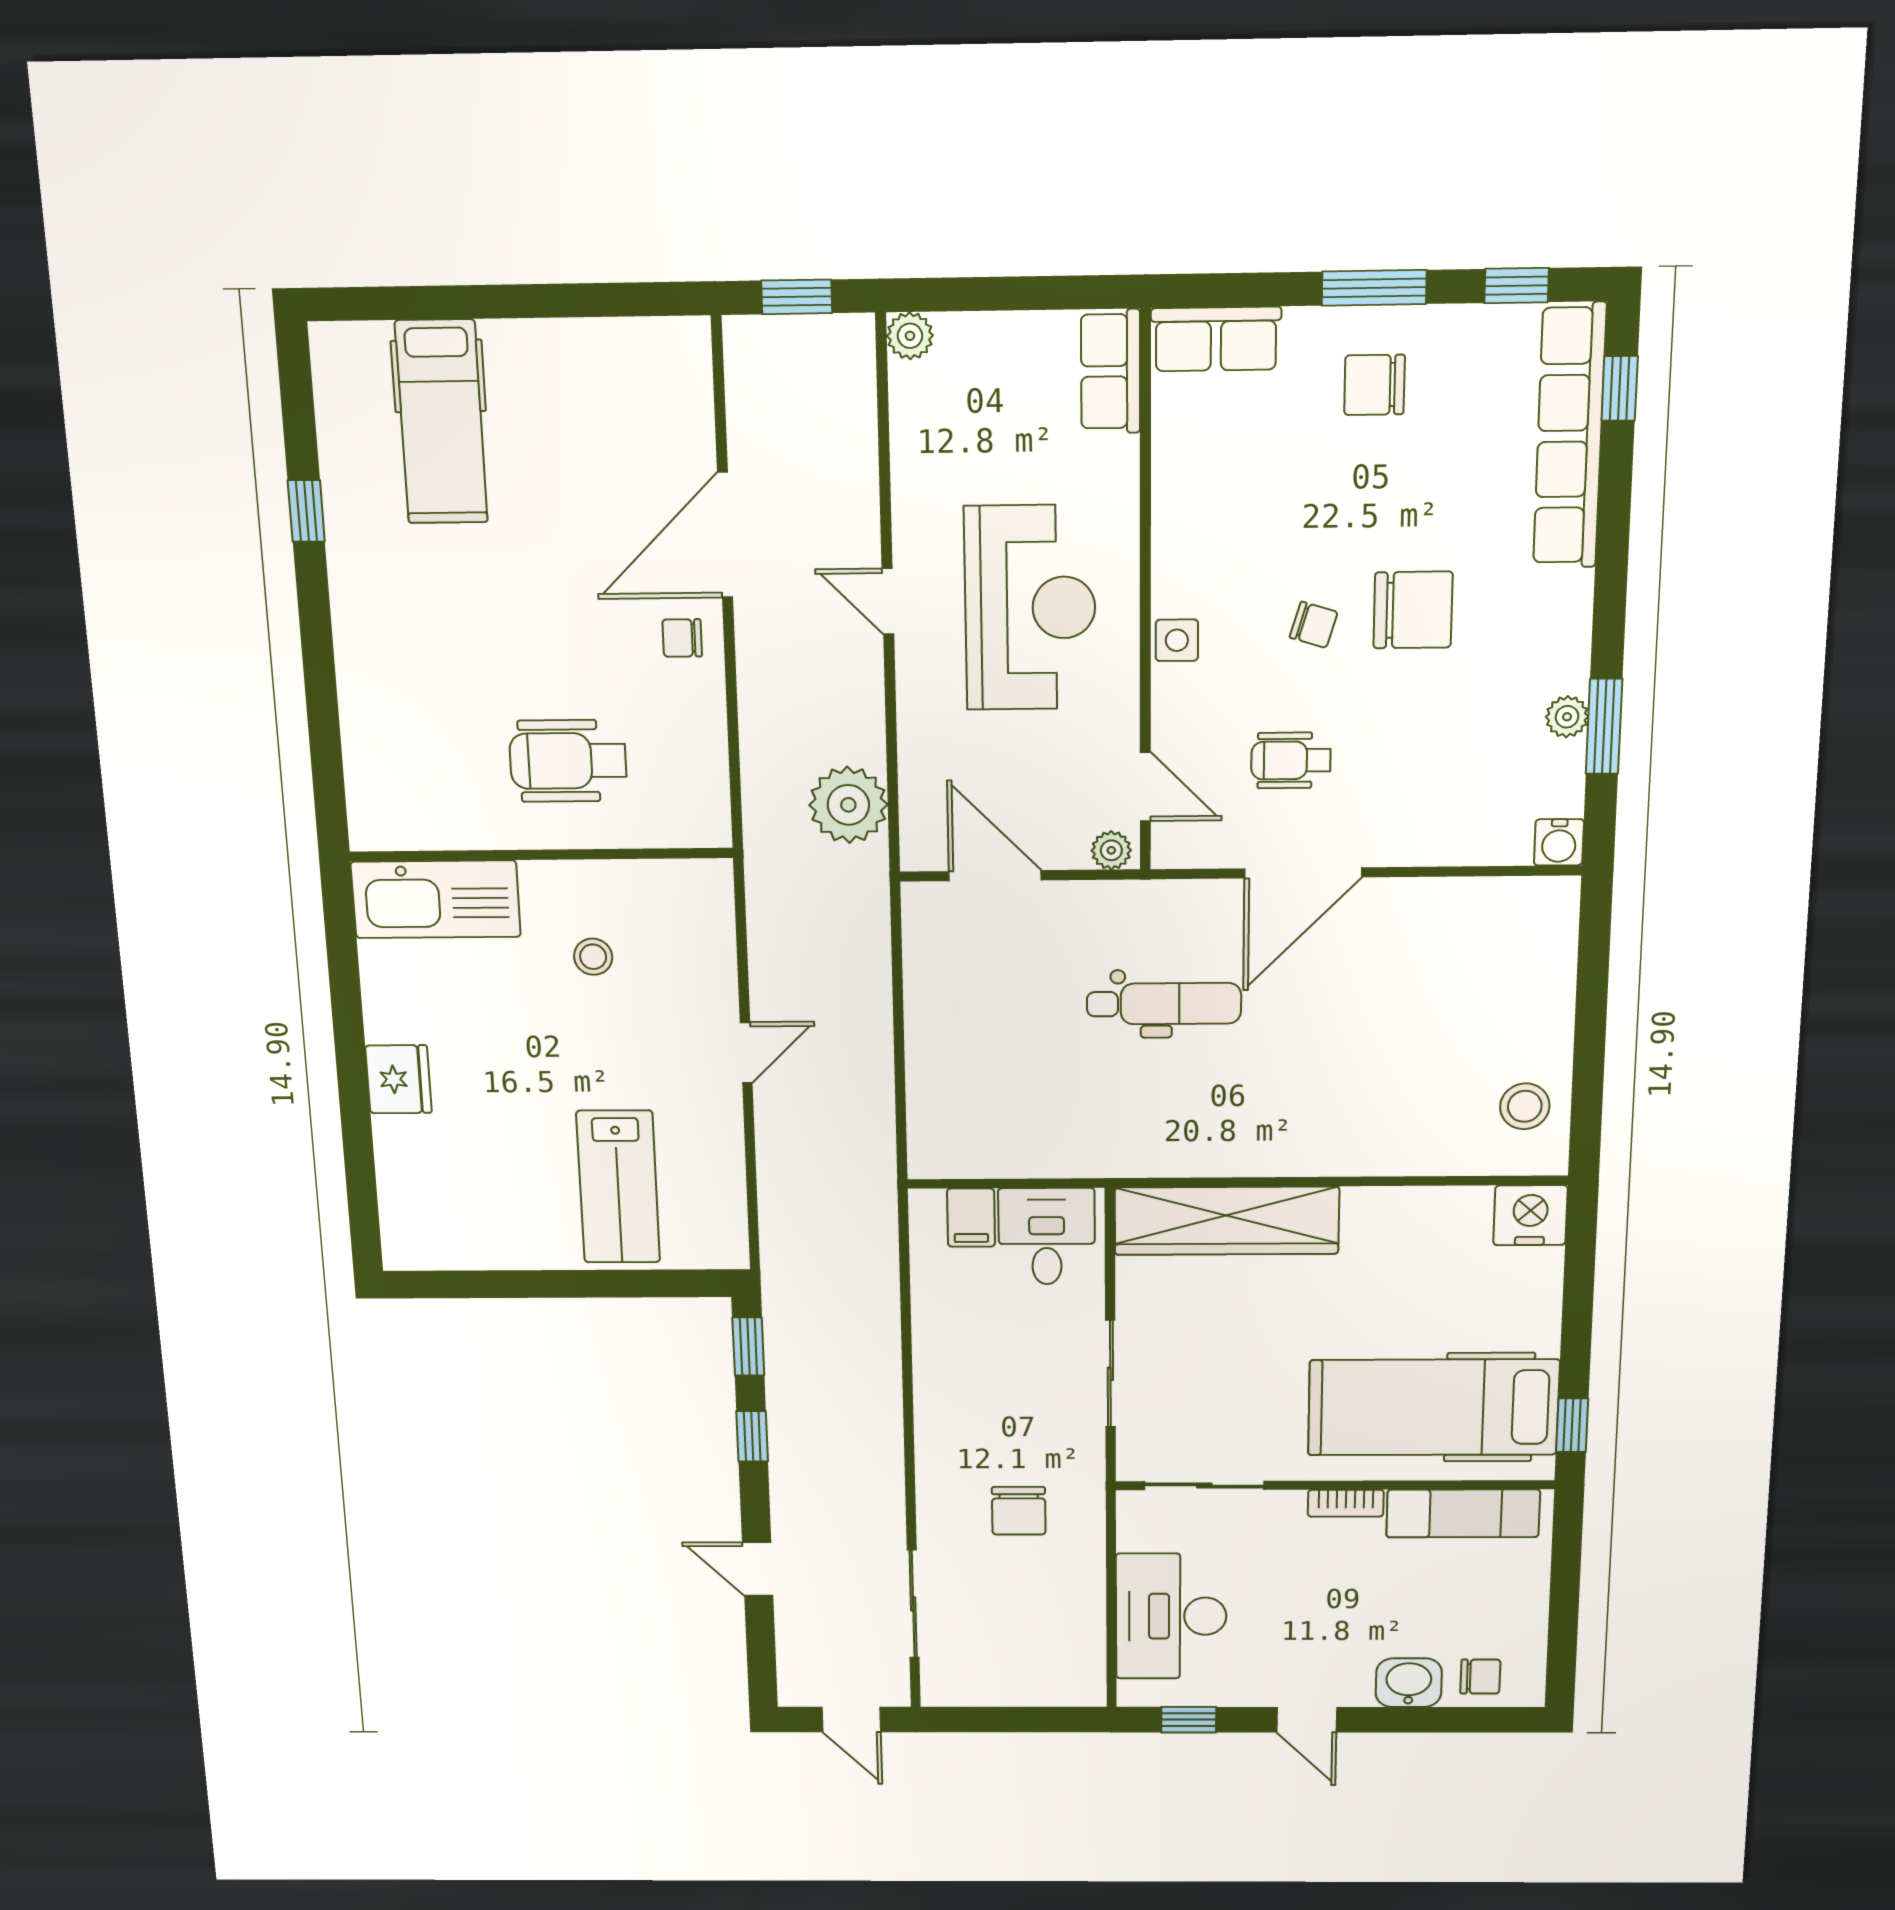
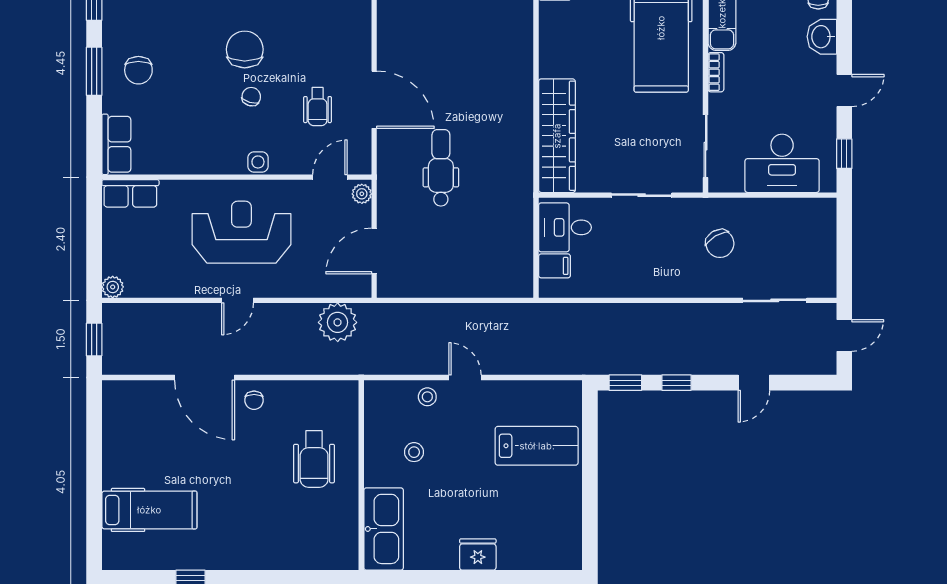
stool: (705, 981) -> (427, 397), added
chair: (1019, 1511) -> (720, 244), turned 59

